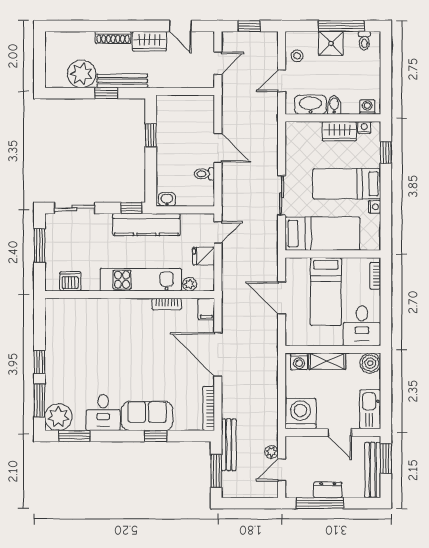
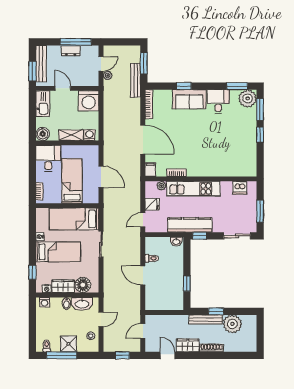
floor lamp: (309, 133) -> (83, 285), added

